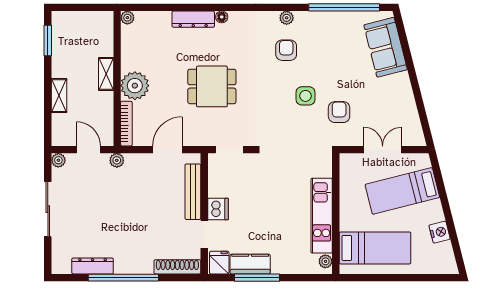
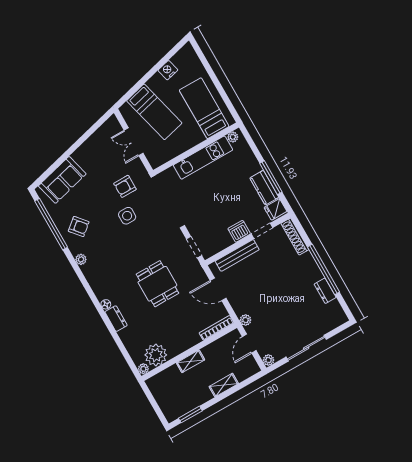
dresser: (193, 19) -> (116, 319), width x0.70
armchair: (286, 50) -> (79, 227), moved, turned -130
plant: (135, 86) -> (156, 355), moved
dresser: (93, 266) -> (325, 291), width x0.70

